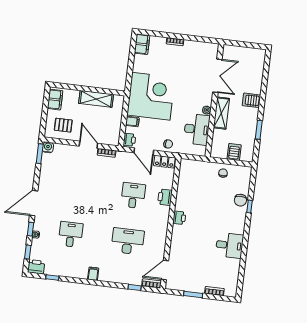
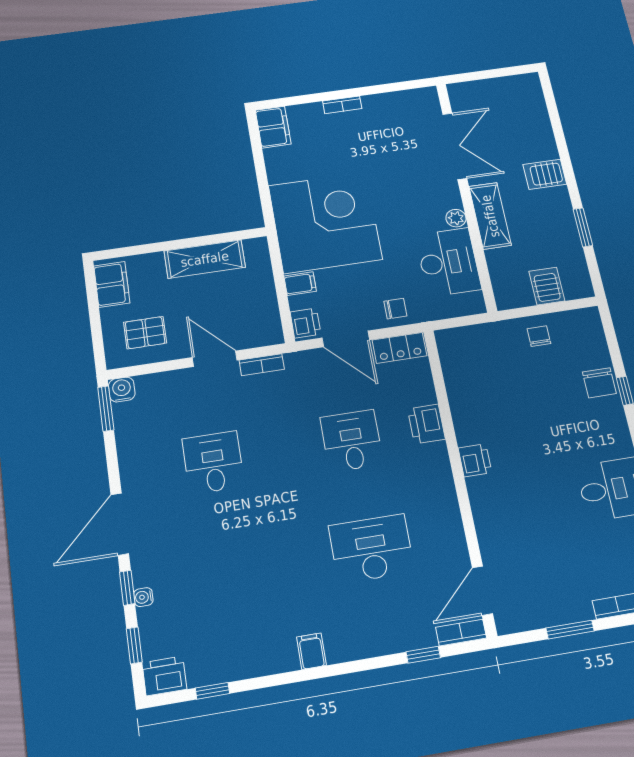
desk: (71, 234) -> (213, 462), moved

